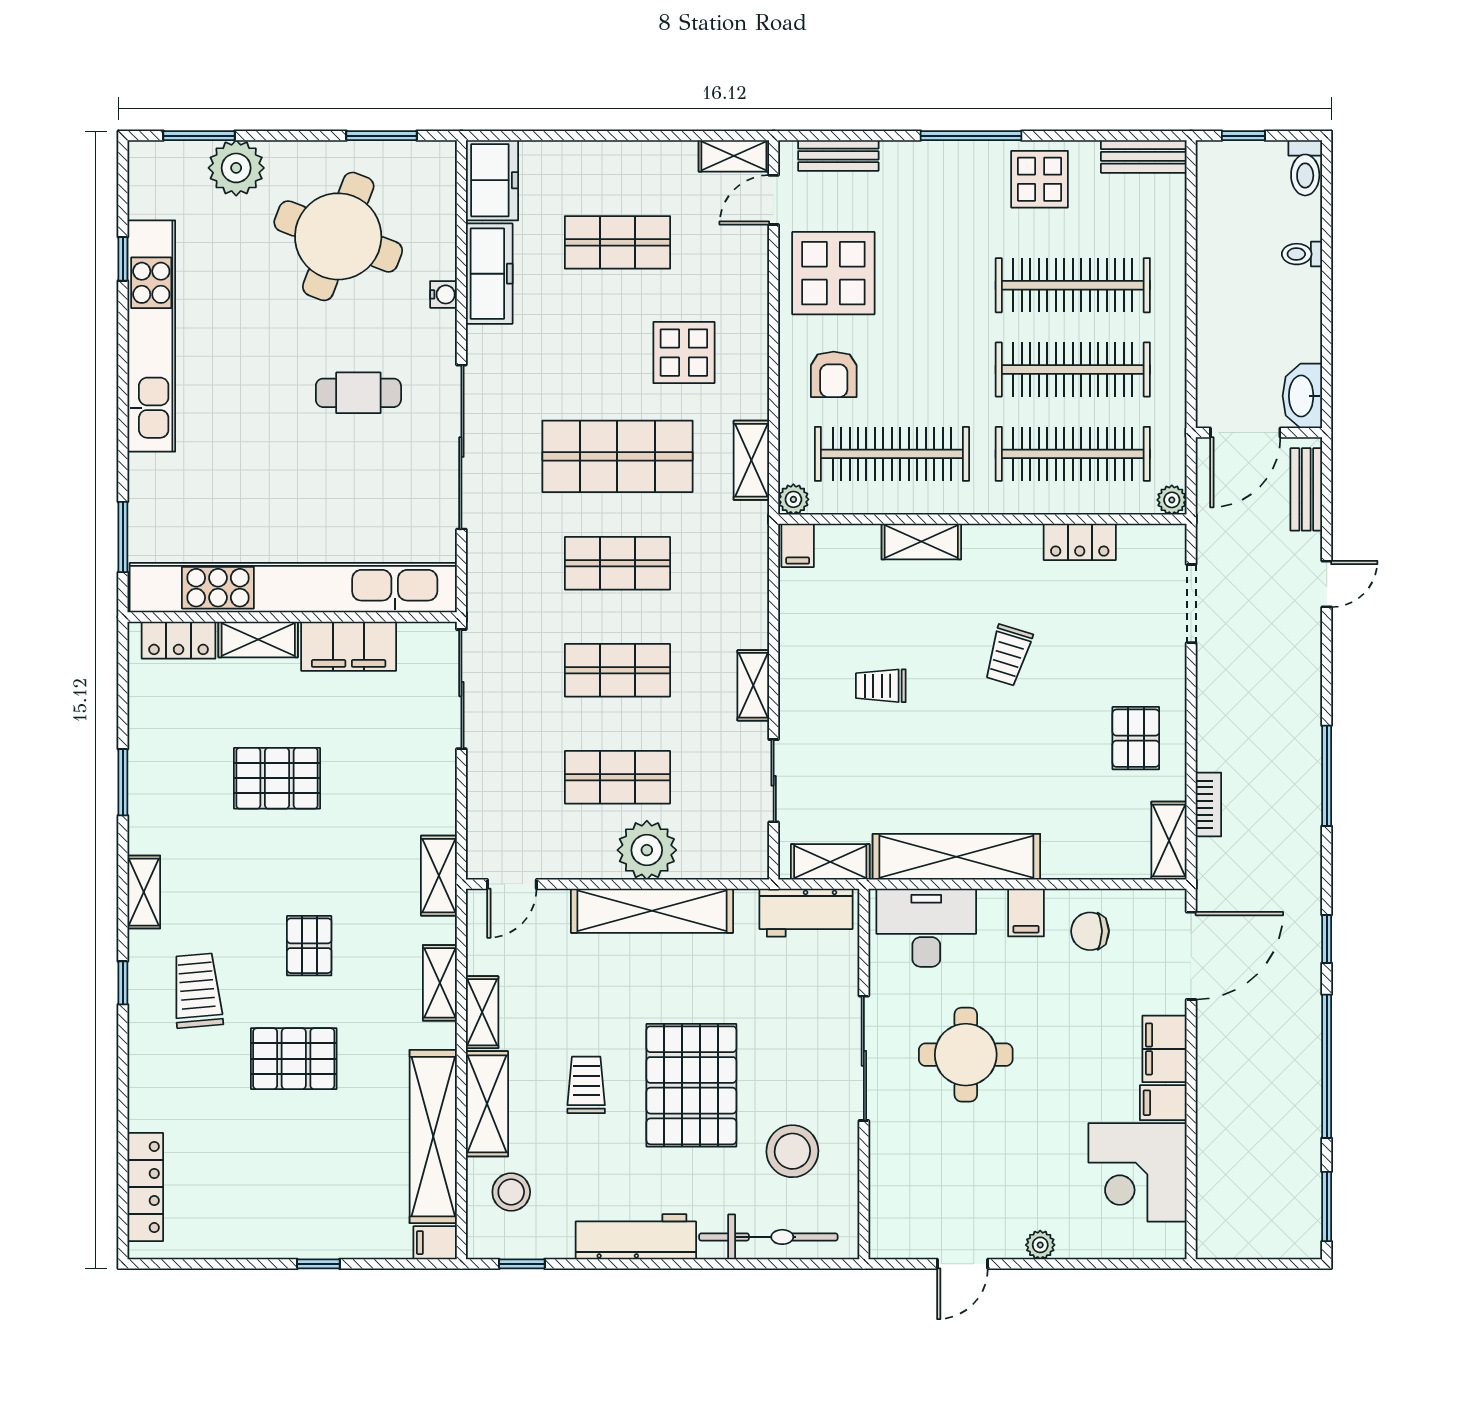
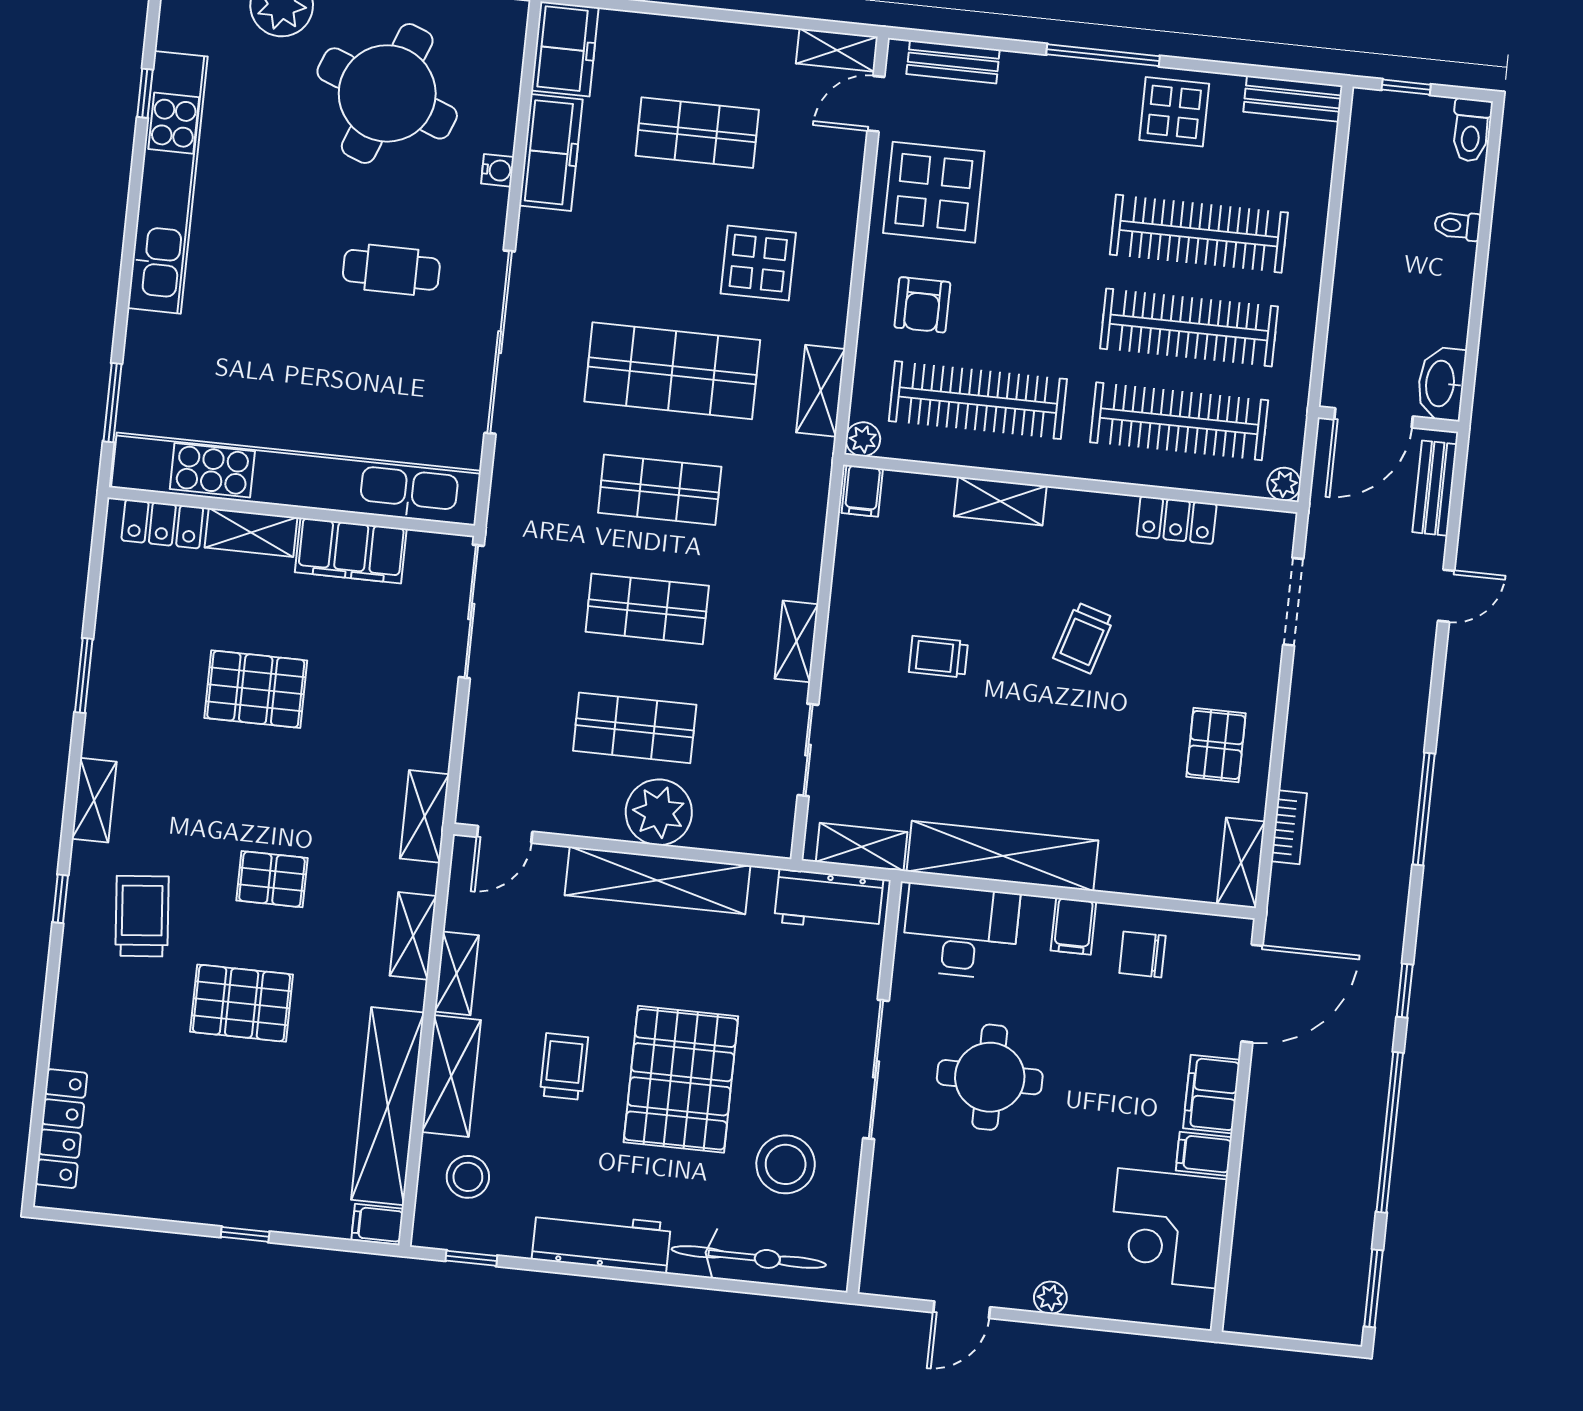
pallet: (309, 946) -> (272, 879), turned 90

